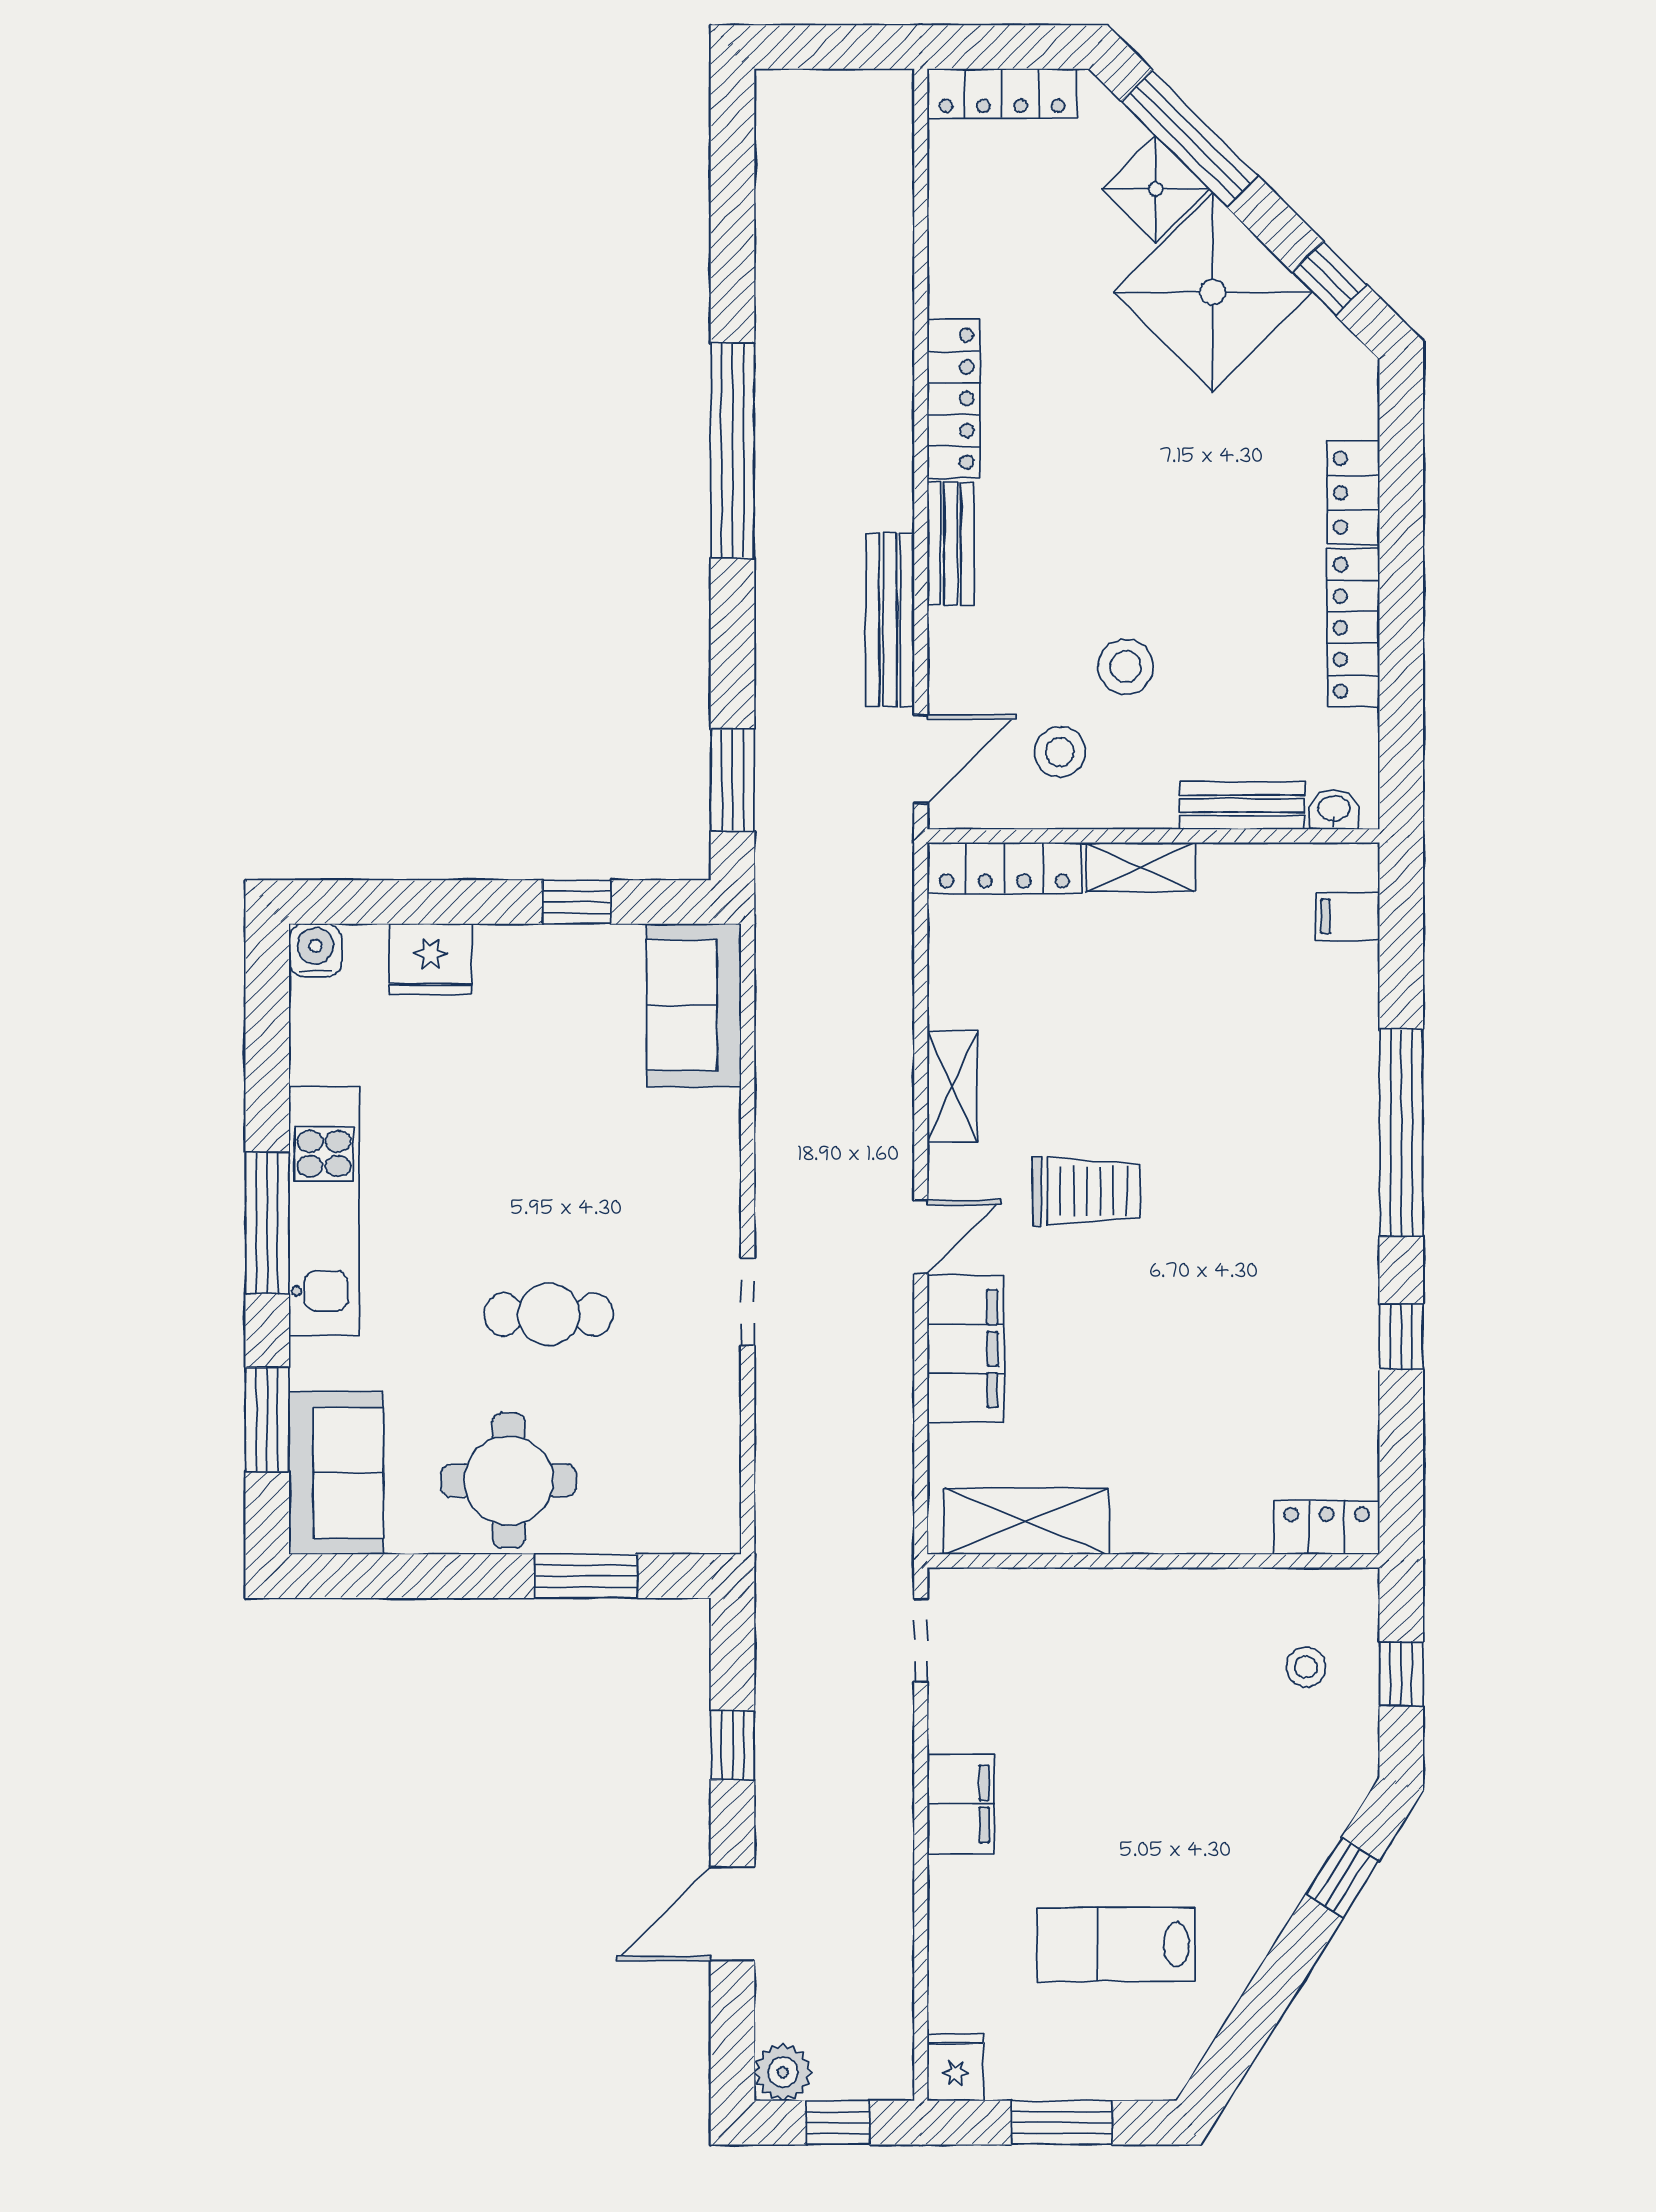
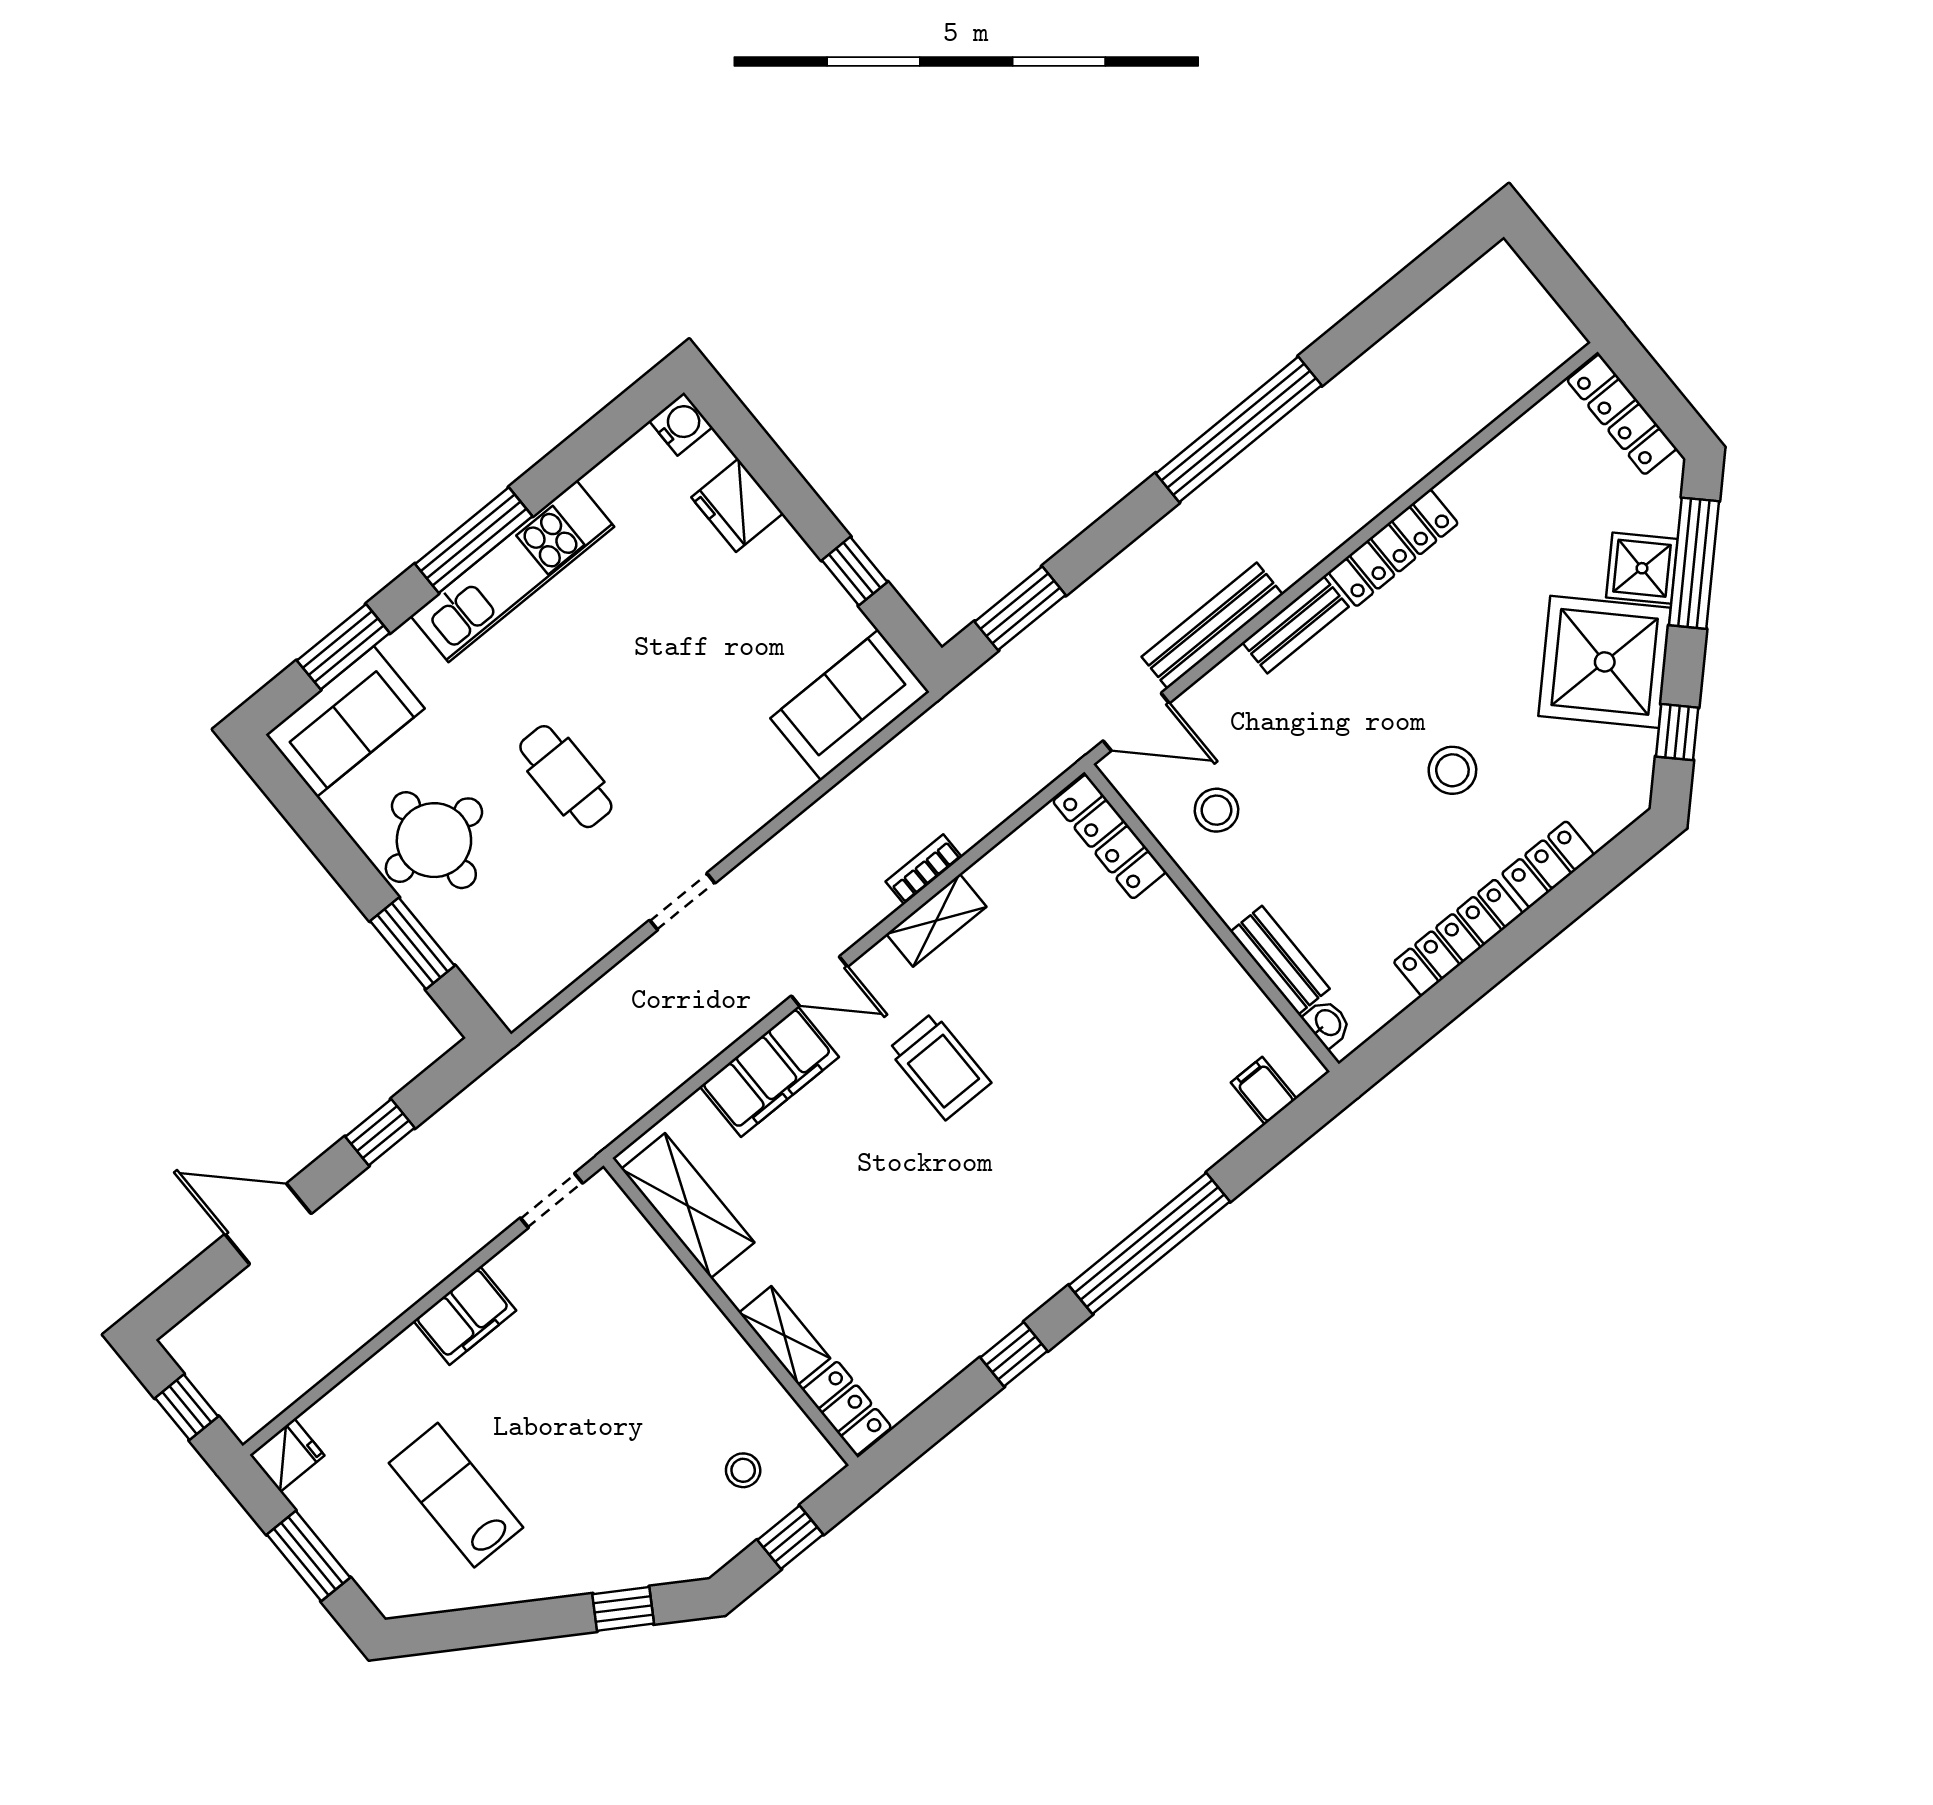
stool: (1125, 667) -> (1452, 770), moved
shelving: (1141, 867) -> (785, 1335), moved
bookcase: (897, 1060) -> (924, 869), added
plant: (783, 2072) -> (190, 1343), removed

